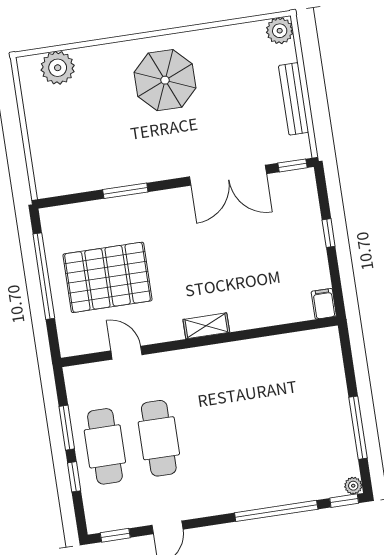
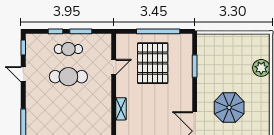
plant: (58, 68) -> (261, 68), moved
parasol: (165, 80) -> (229, 108), moved
window: (125, 191) -> (195, 66), moved
cafe table: (105, 446) -> (68, 49), width x0.73, depth x0.74

